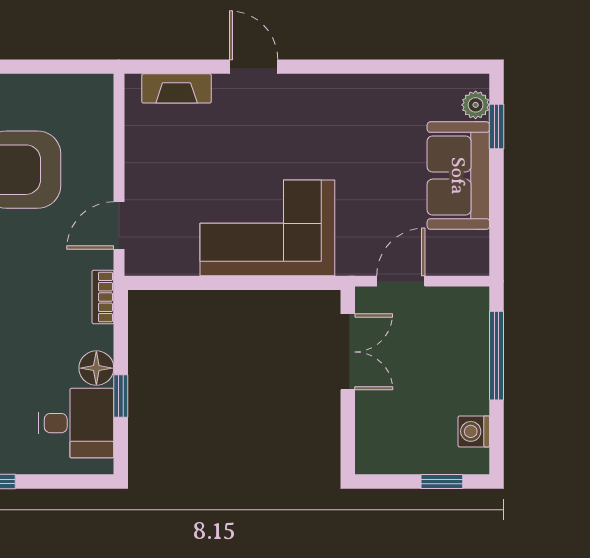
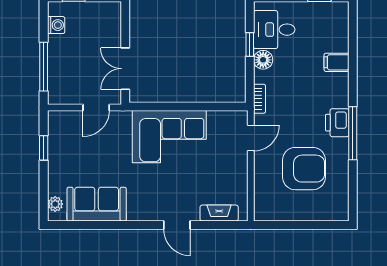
window: (497, 127) -> (44, 148), moved
sofa: (458, 176) -> (97, 204), moved, turned -90

